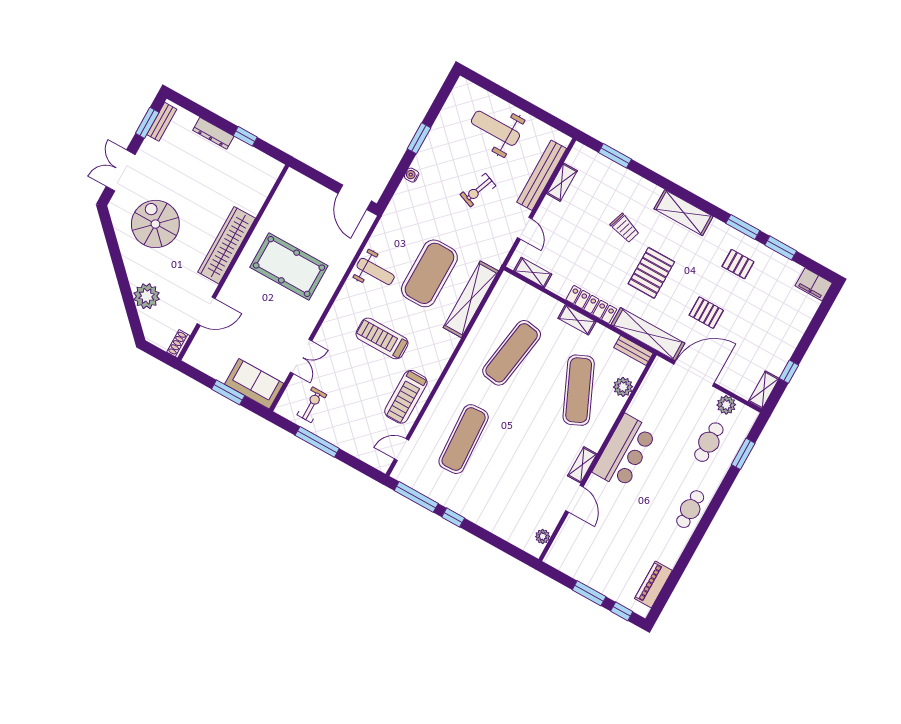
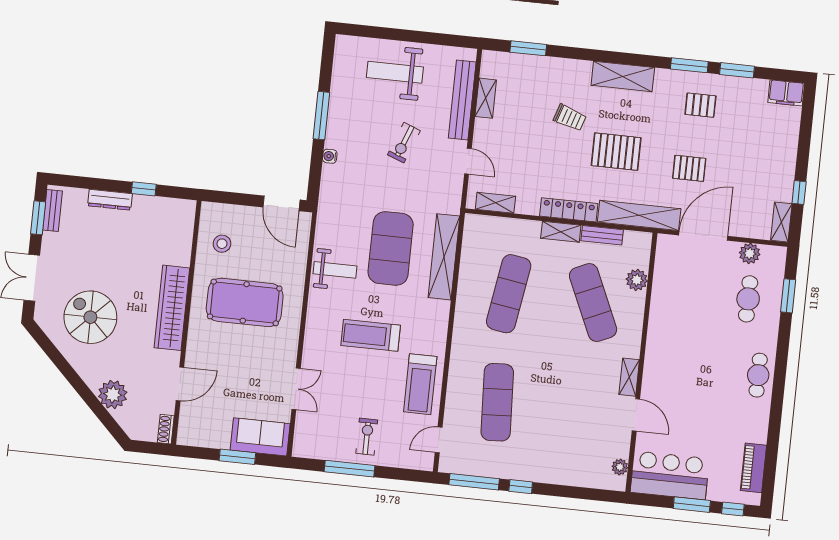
window: (419, 138) -> (321, 116), width x1.44
stool: (291, 210) -> (222, 244), added
pallet: (651, 273) -> (616, 152), turned 90
bench: (633, 350) -> (602, 235), moved
exercise bike: (312, 405) -> (367, 437), moved
bar counter: (625, 452) -> (670, 475), moved, turned -90

